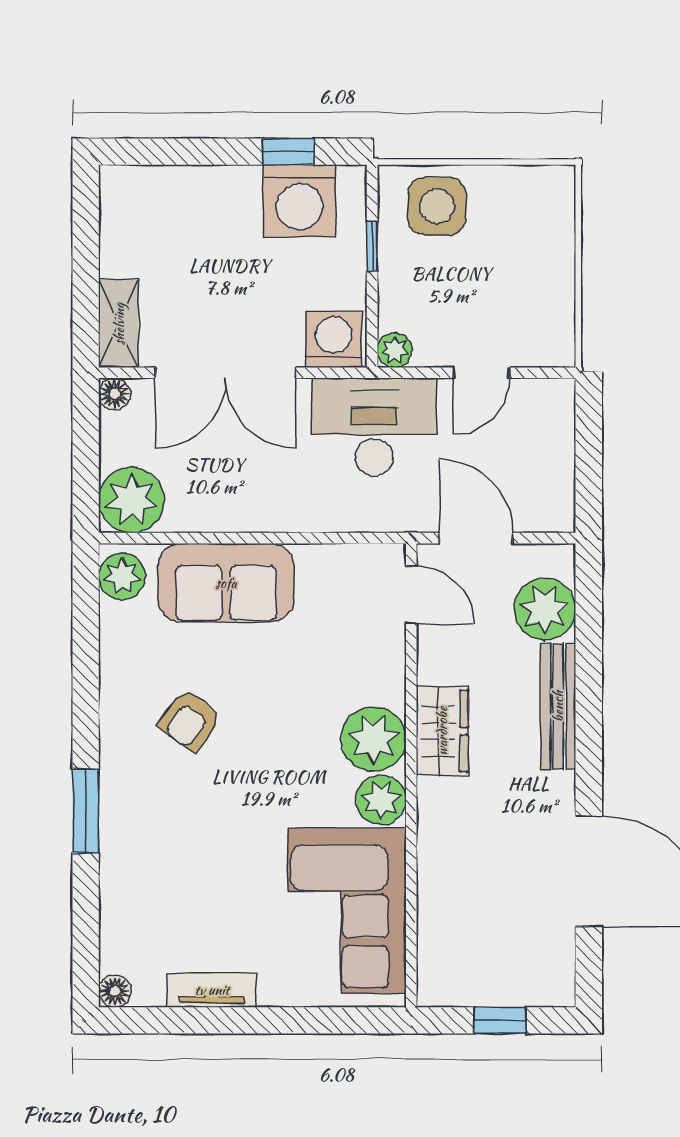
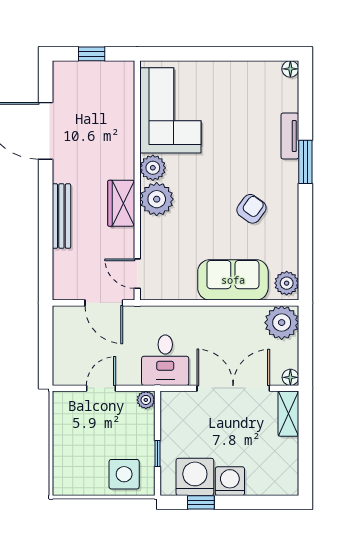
washing machine: (334, 339) -> (230, 481), moved, turned 180
desk: (374, 427) -> (165, 360), width x0.73
plant: (545, 609) -> (68, 266), removed
tv unit: (212, 990) -> (290, 136), moved, turned 90

